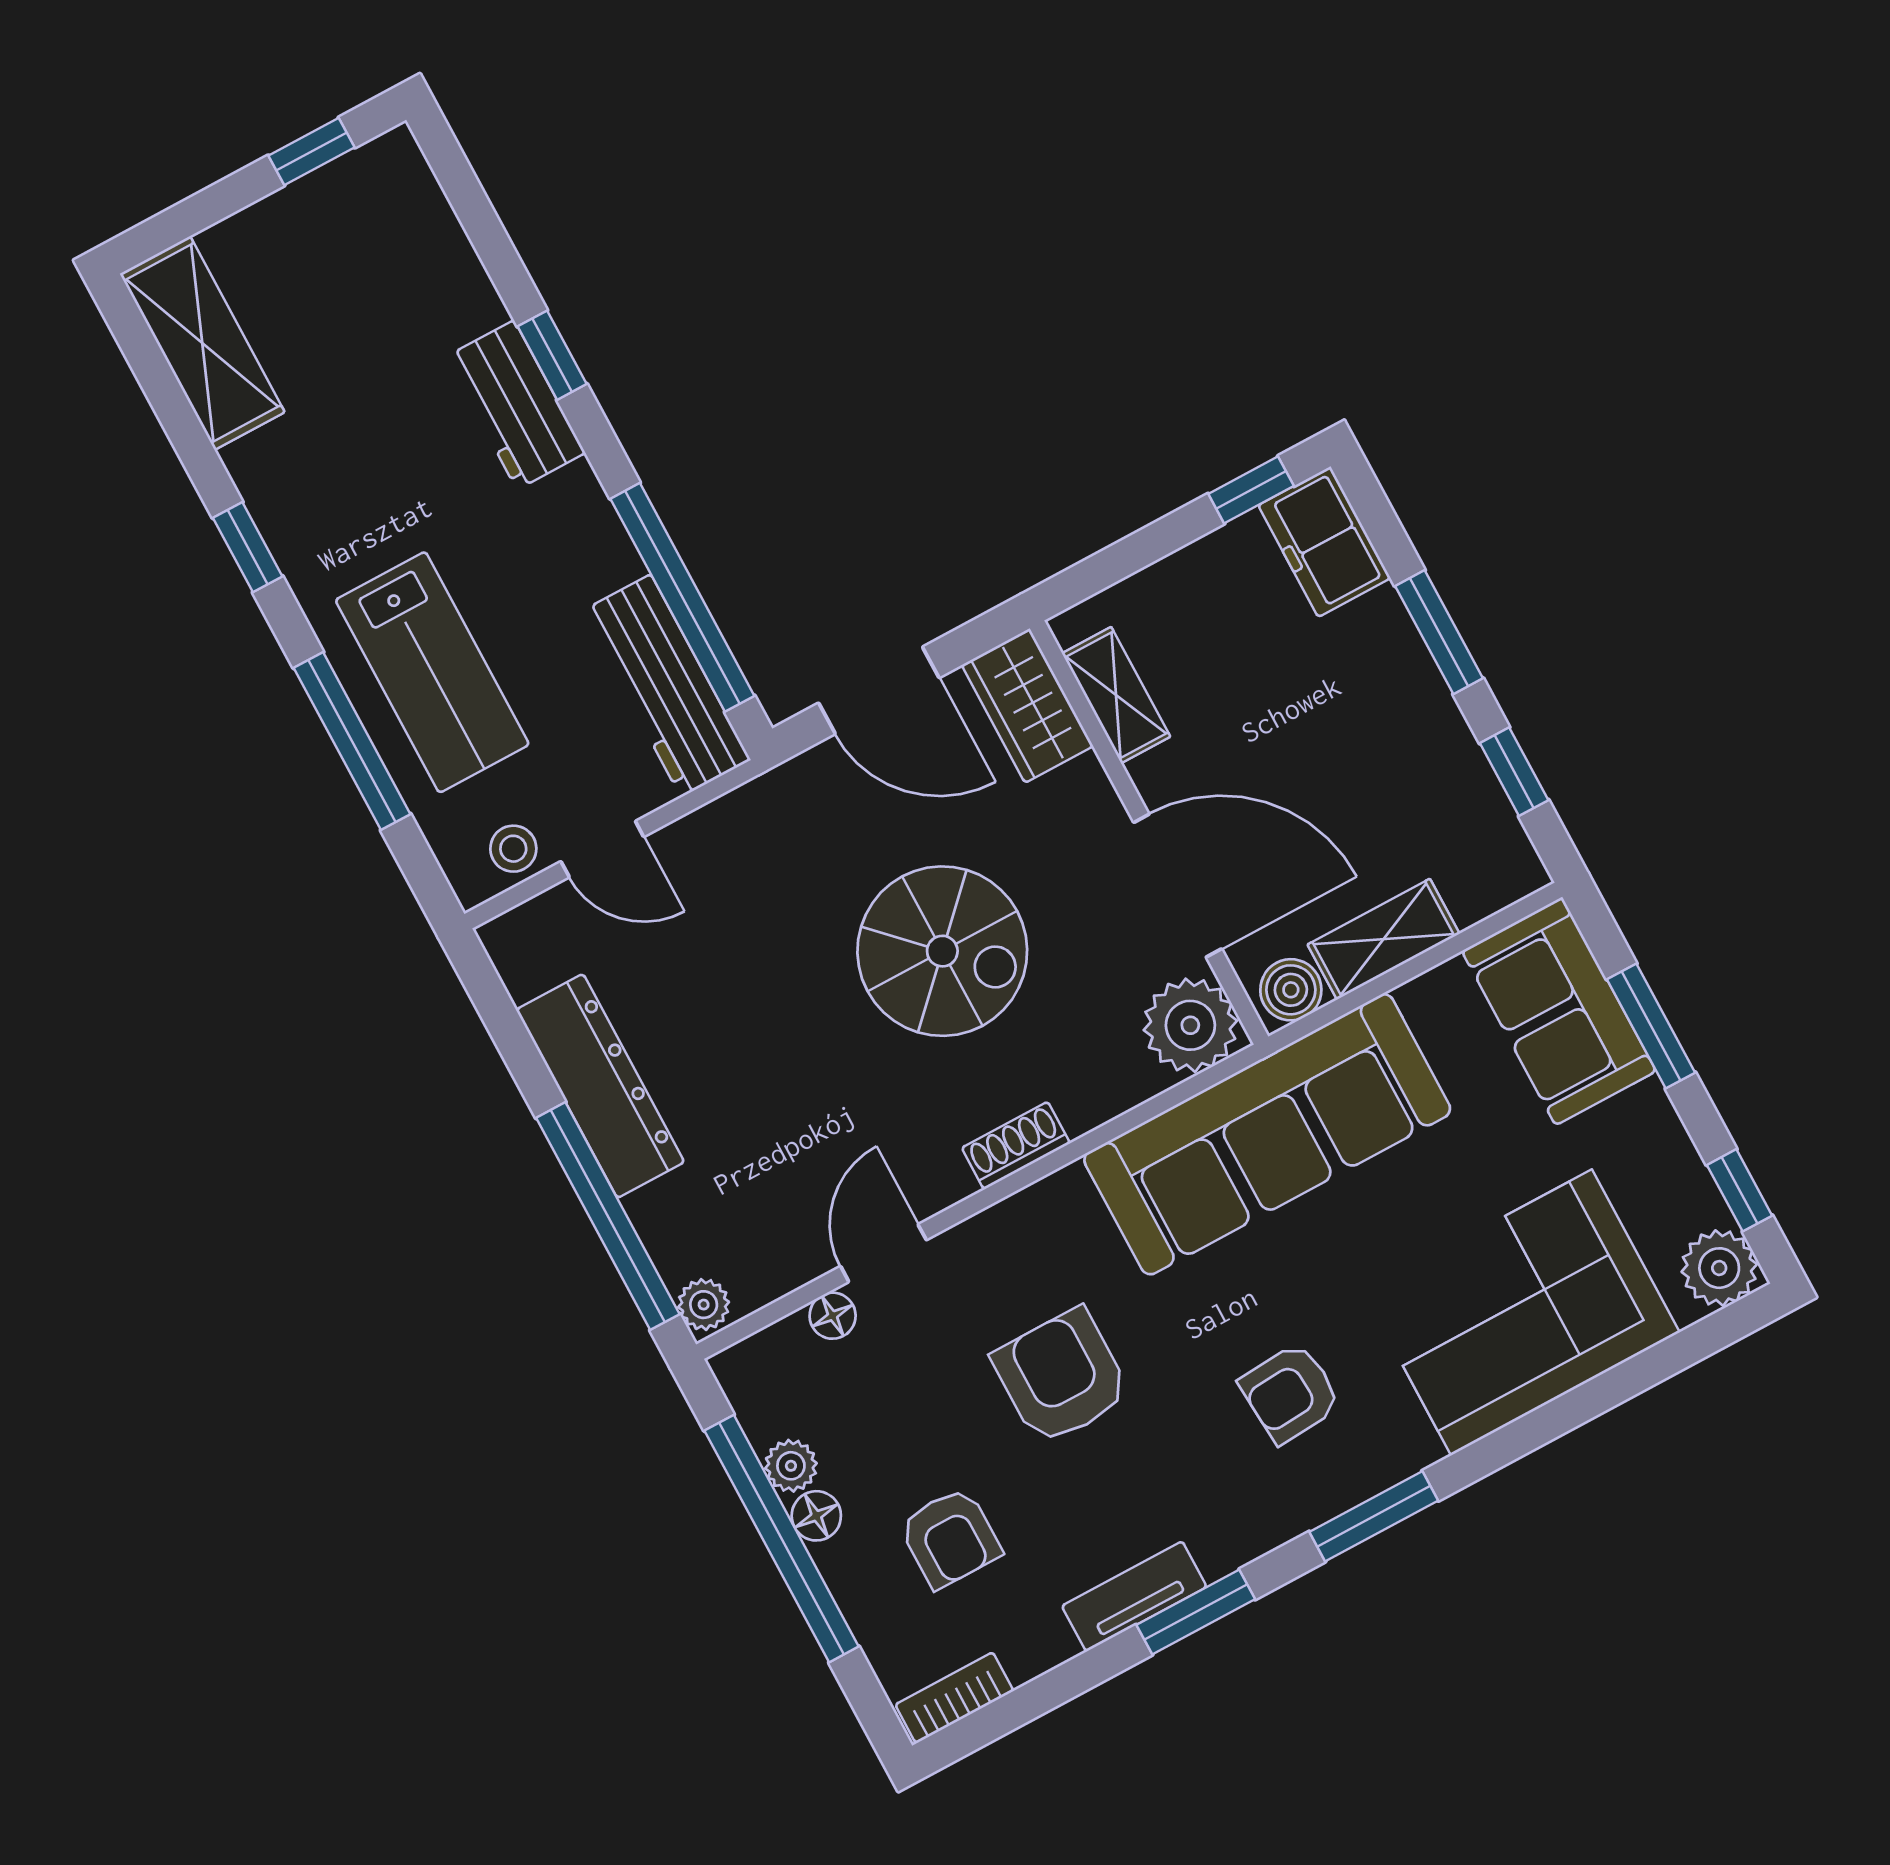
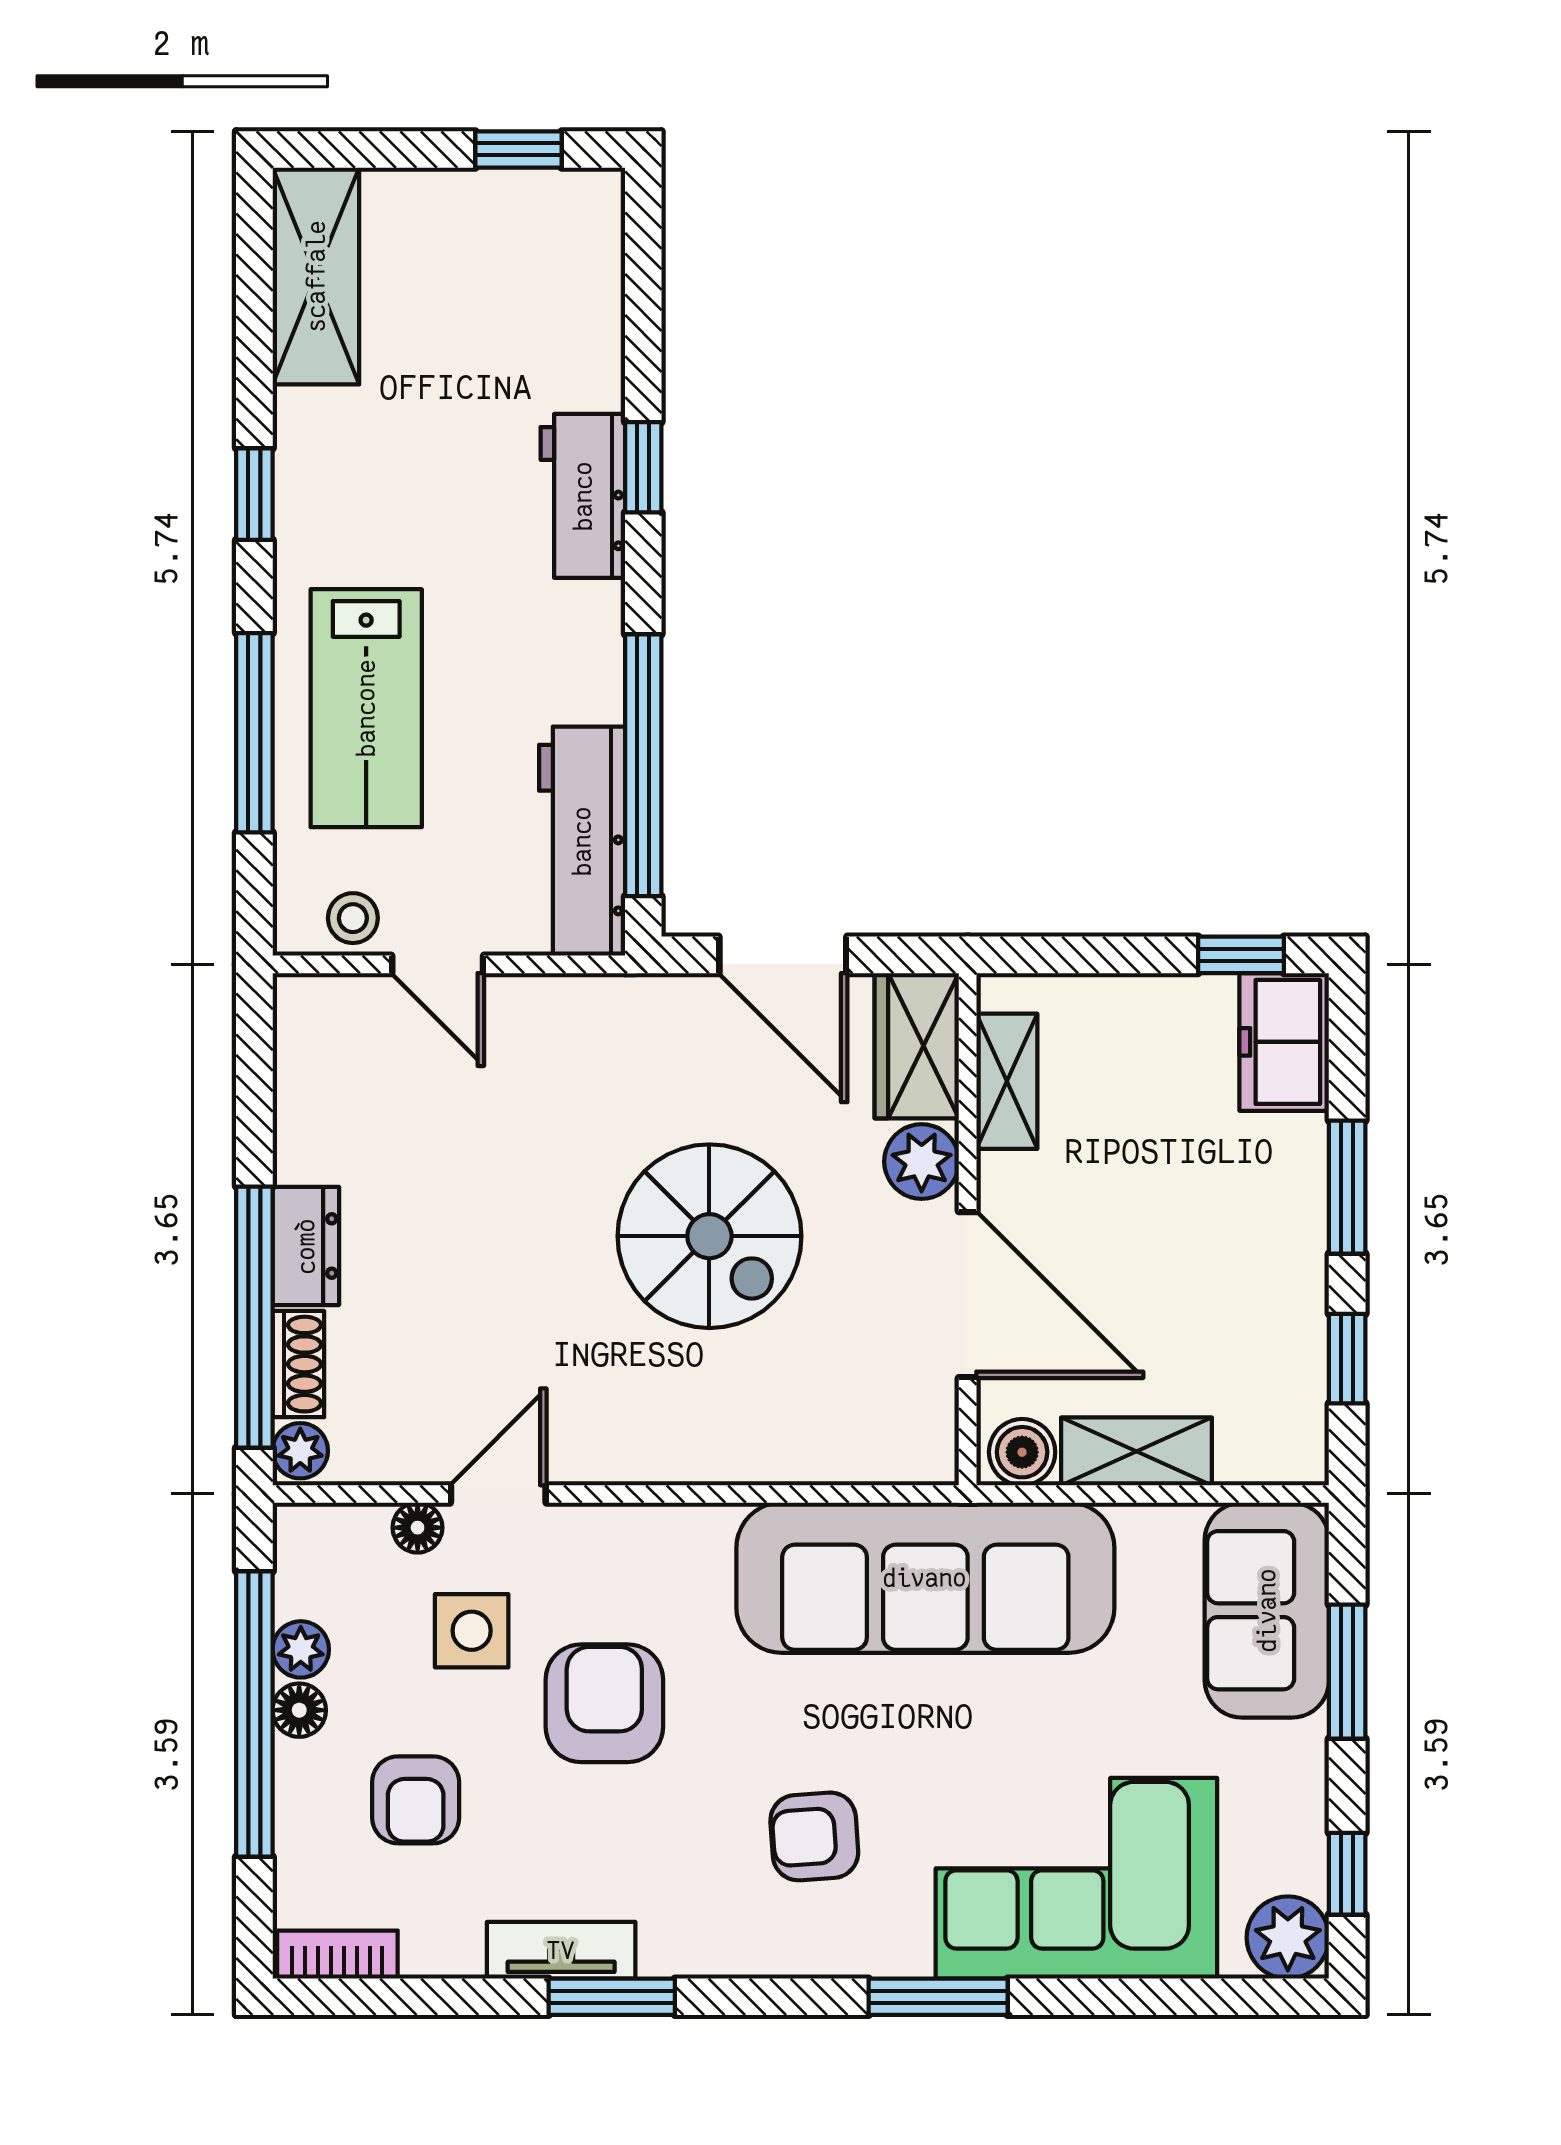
plant: (1190, 1025) -> (922, 1162), moved, width x0.73, depth x0.73
dresser: (600, 1086) -> (306, 1246), width x0.51, depth x0.80
shoe rack: (1016, 1146) -> (298, 1364), moved, turned 90
side table: (922, 1376) -> (472, 1631), added
window: (1374, 1516) -> (938, 1997), moved

